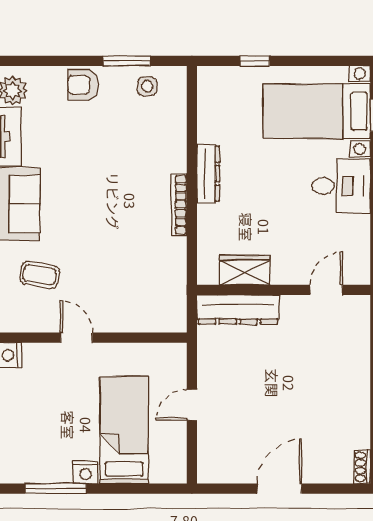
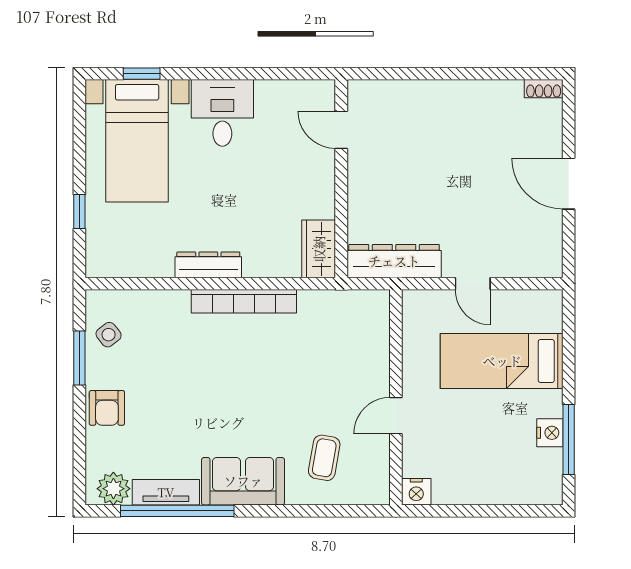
side table: (147, 86) -> (109, 335), turned -38
bookcase: (179, 205) -> (244, 301), width x1.48, depth x1.31
wardrobe: (245, 270) -> (319, 249), moved
dresser: (238, 310) -> (394, 261), moved, turned -90
nightstand: (86, 472) -> (550, 433), moved

